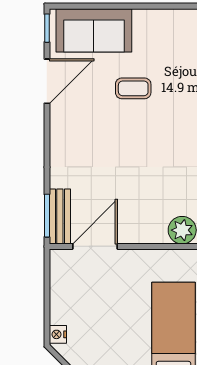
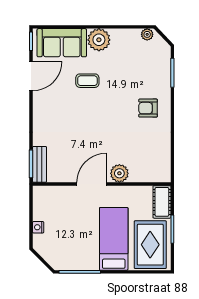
plant: (151, 26) -> (99, 40), added
door: (95, 246) -> (92, 184), moved
nightstand: (58, 334) -> (38, 227), moved

